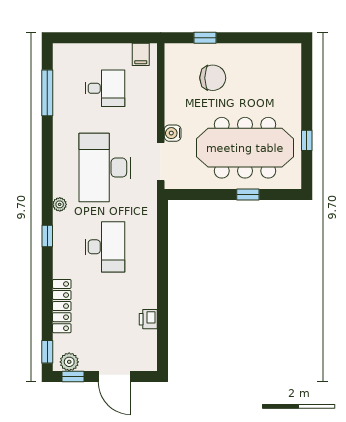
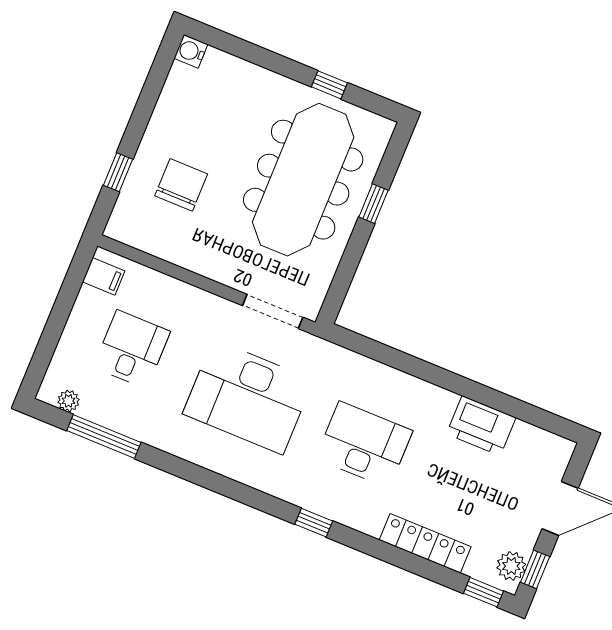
water cooler: (173, 133) -> (191, 51), moved, turned 90
plant: (60, 204) -> (68, 401), moved
printer: (148, 319) -> (481, 426), width x1.87, depth x1.48

